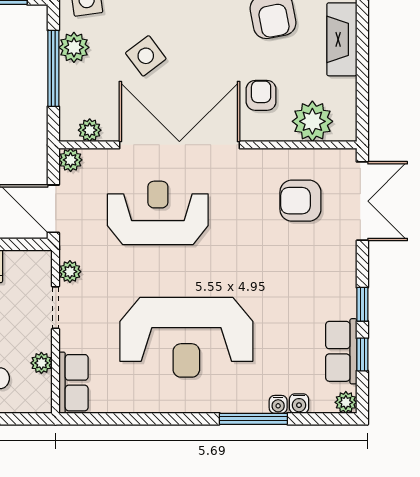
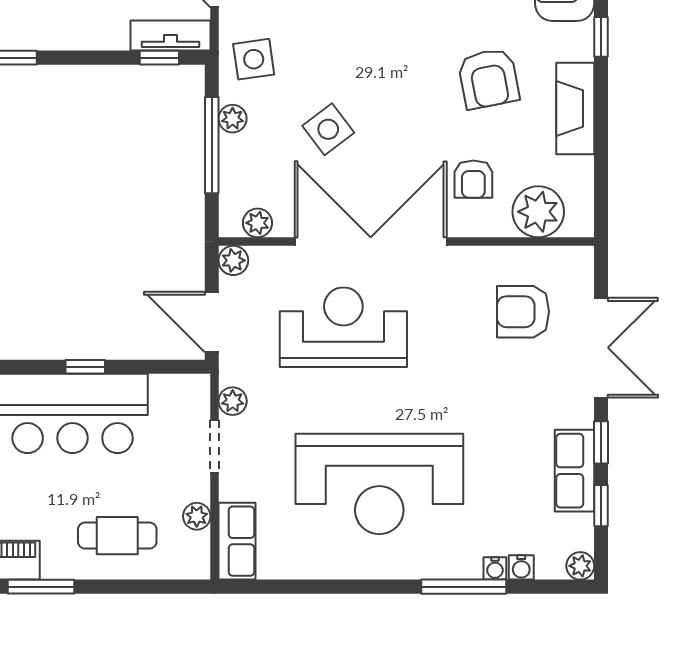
plant: (74, 47) -> (233, 119), width x0.73, depth x0.73
armchair: (261, 95) -> (473, 179), turned 180
double door: (362, 201) -> (601, 348), moved
row of seats: (341, 351) -> (574, 471), moved

